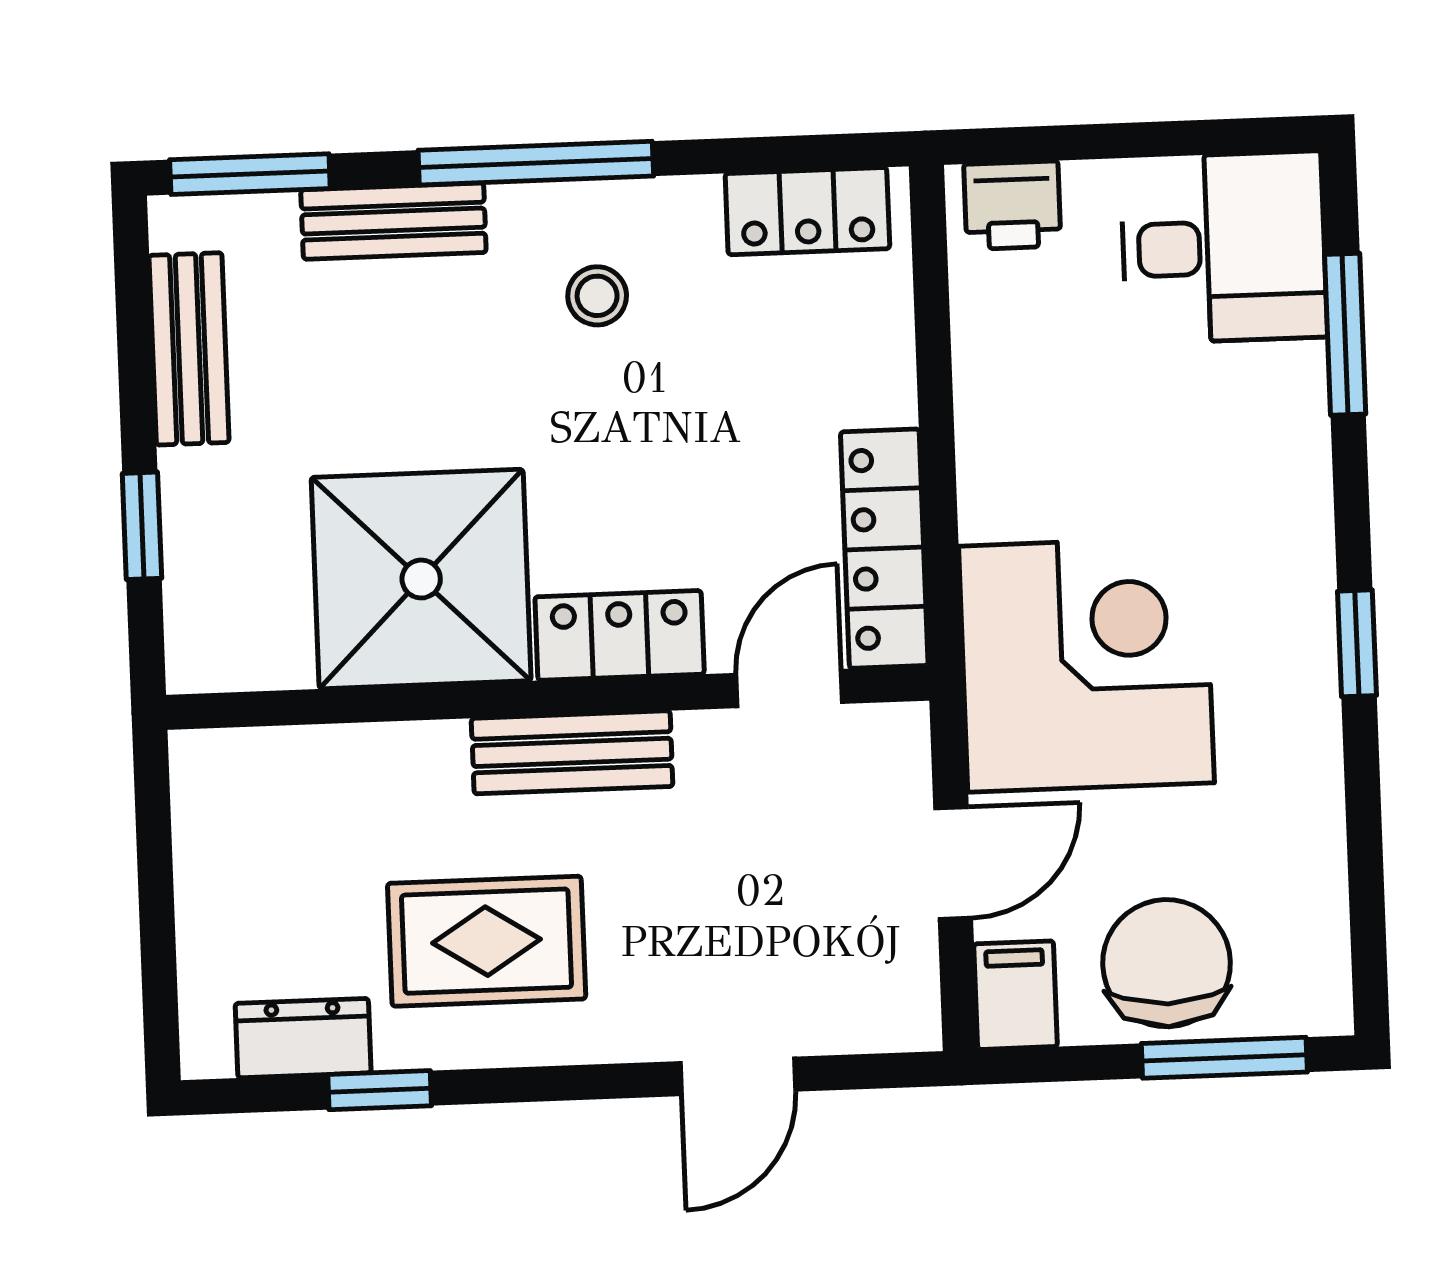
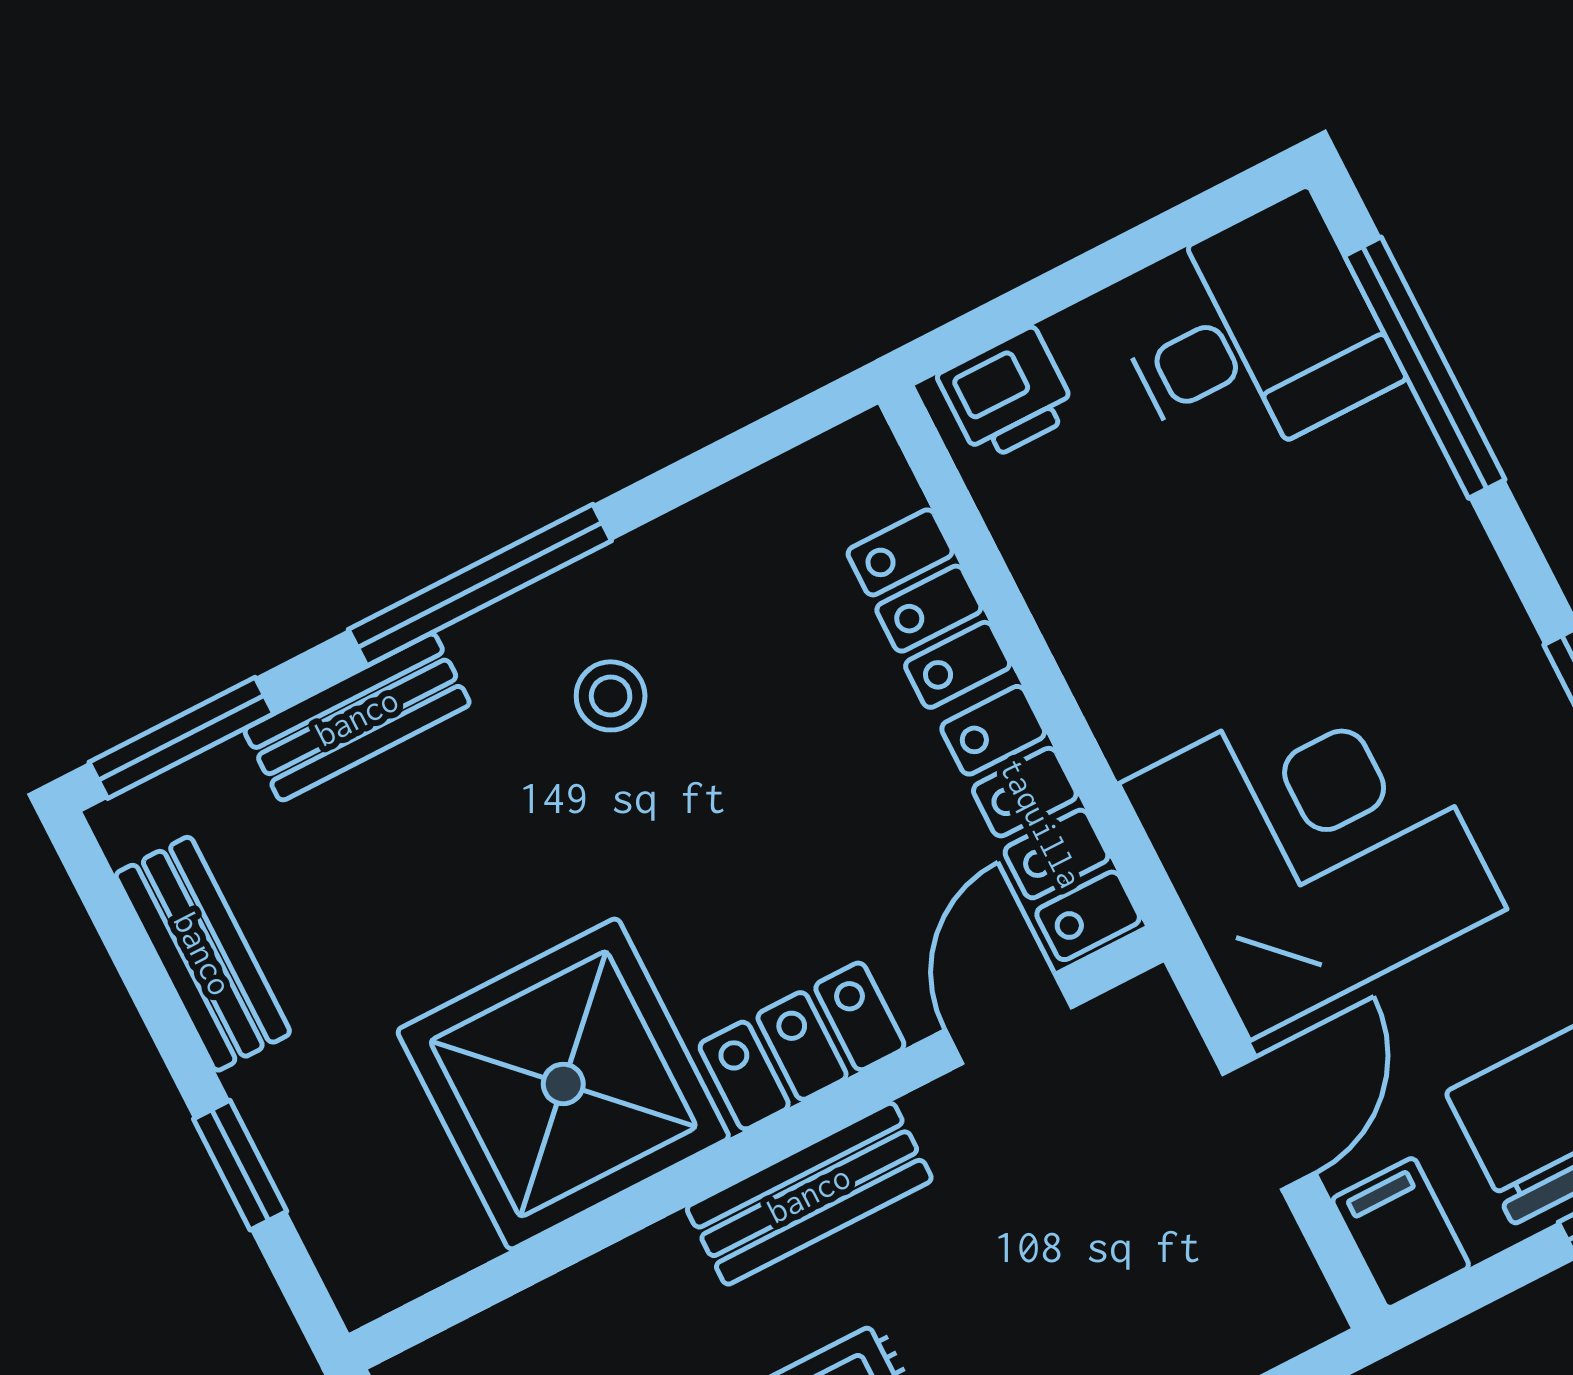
locker: (807, 211) -> (929, 609), moved, turned 90
window: (1345, 334) -> (1425, 368), width x1.44

